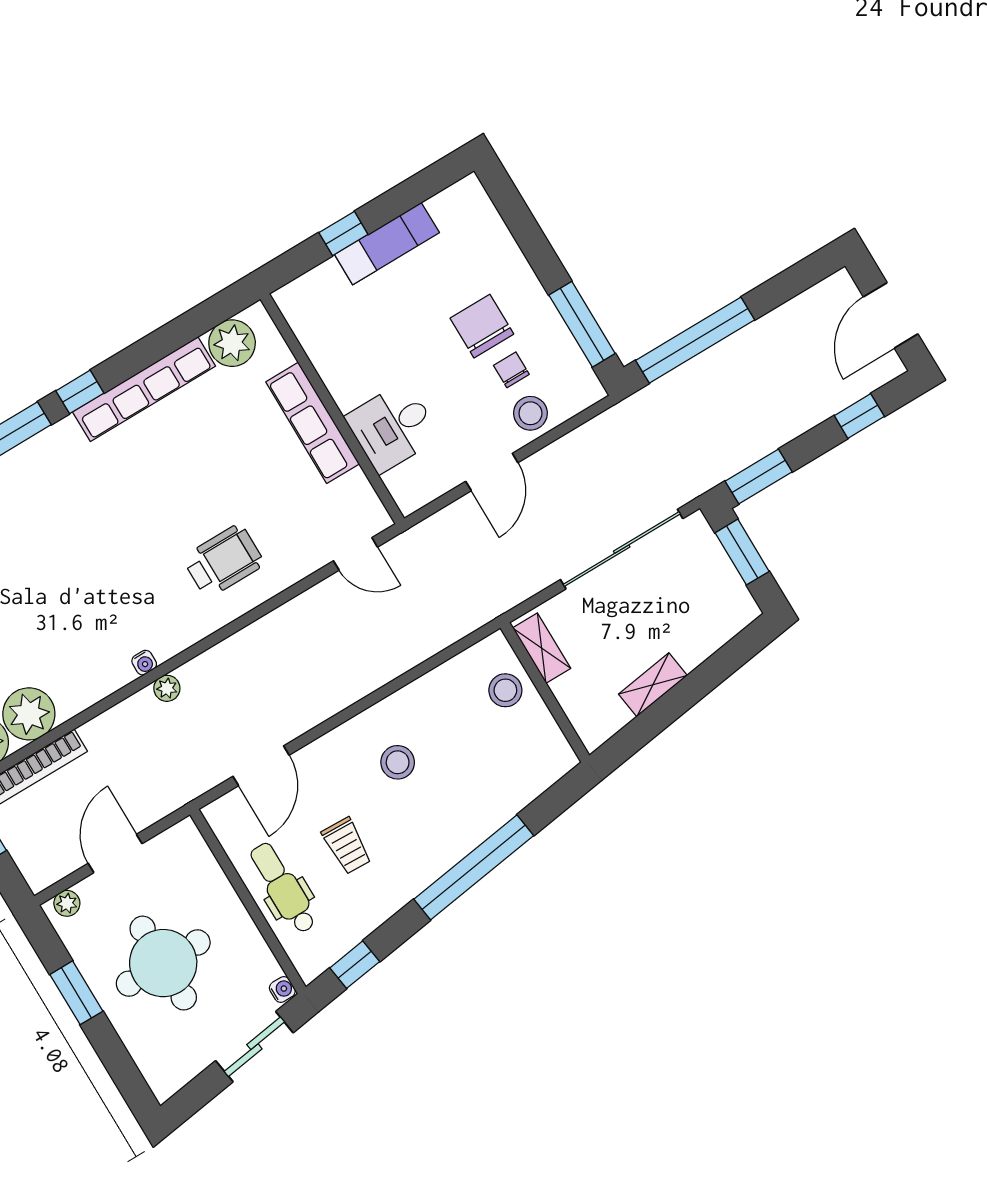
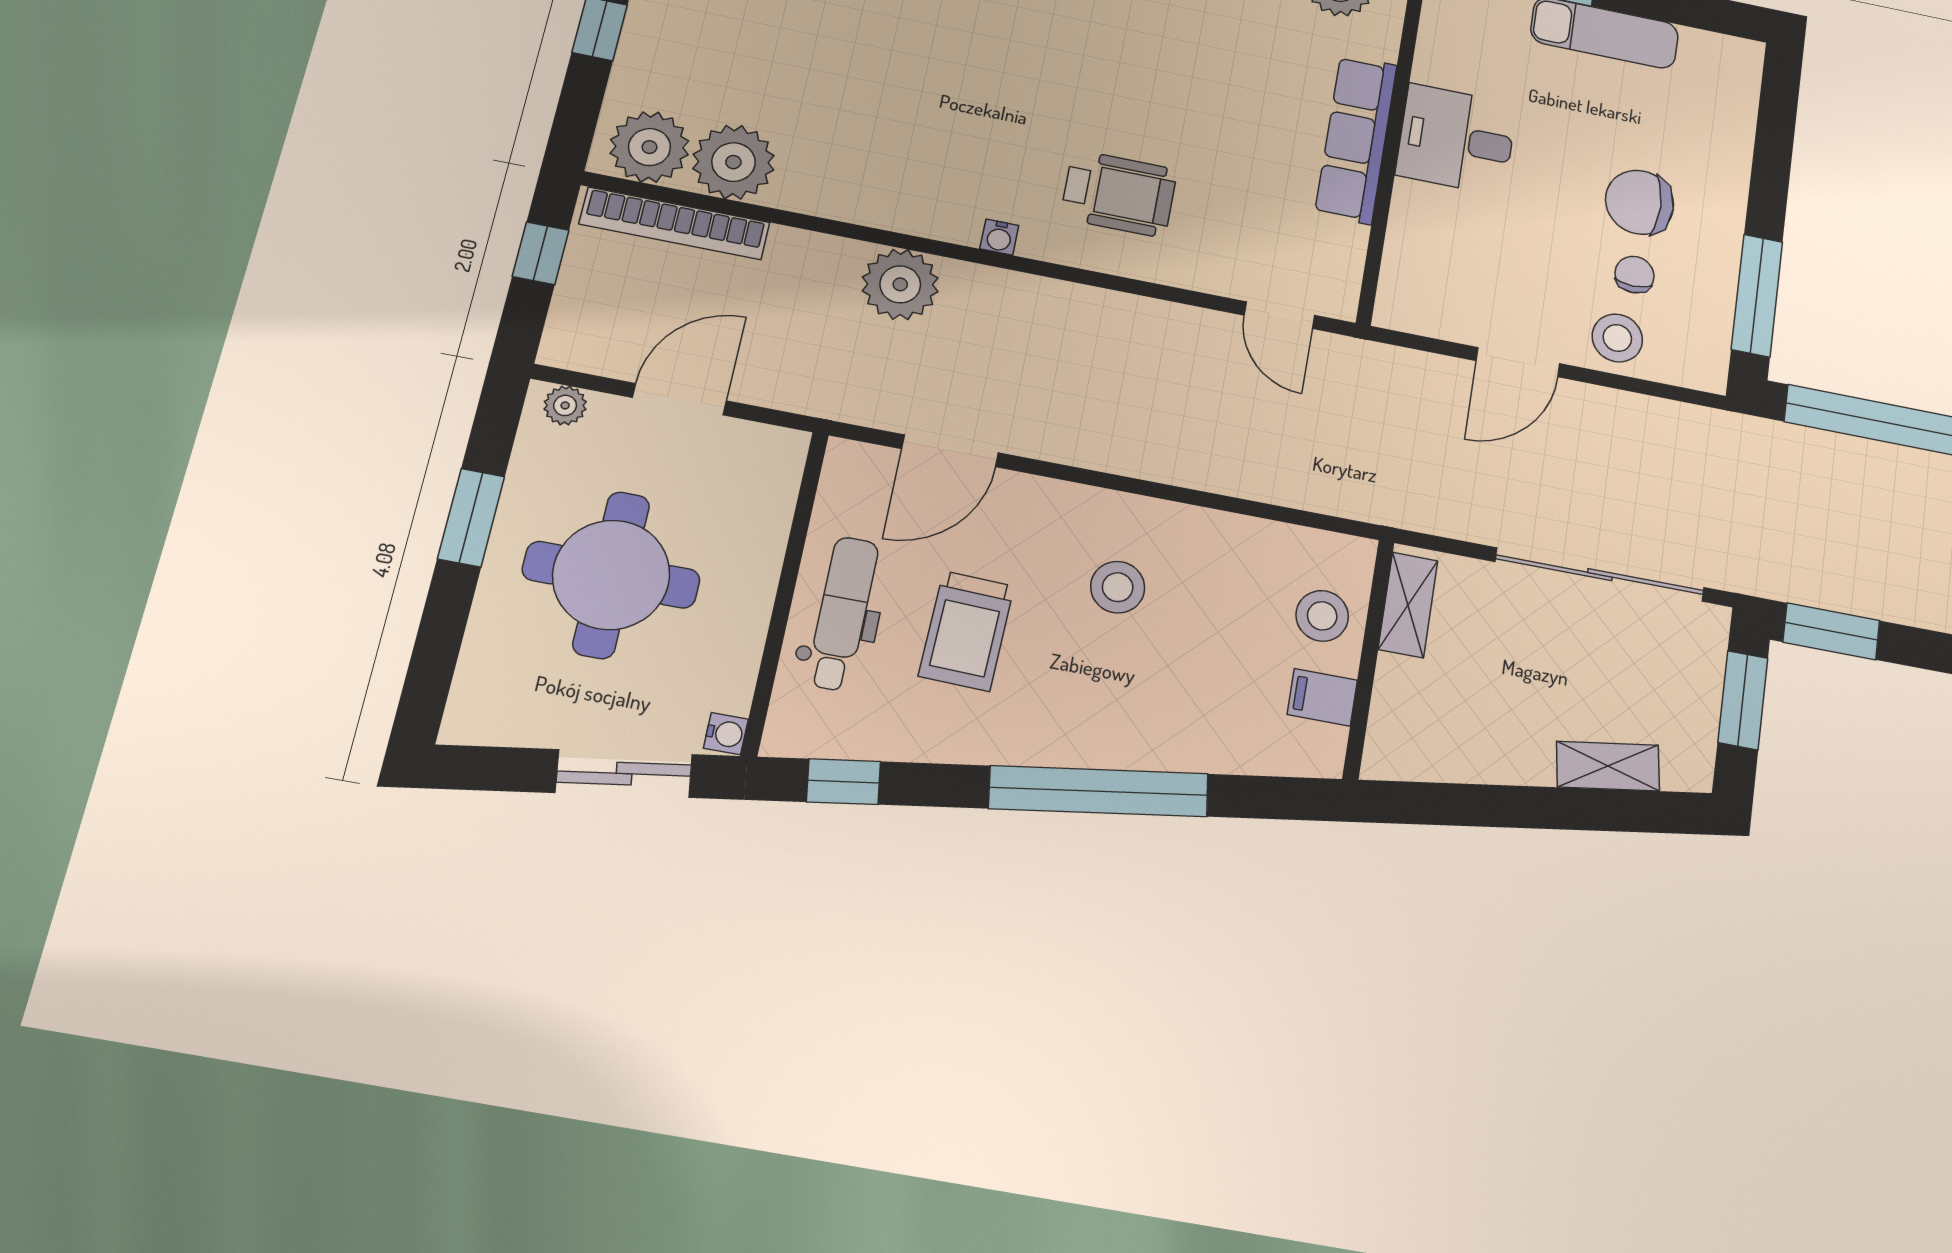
chair: (482, 326) -> (1640, 202), turned -90
desk: (393, 427) -> (1456, 140), moved
water cooler: (144, 663) -> (999, 237), moved
shelving: (653, 685) -> (1608, 766), moved
plant: (167, 688) -> (900, 284), width x1.87, depth x1.87
filing cabinet: (539, 731) -> (1322, 697), added
trolley: (347, 846) -> (966, 631), width x1.36, depth x1.39

